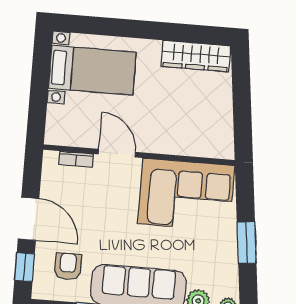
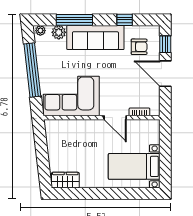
wardrobe: (196, 56) -> (65, 180), width x0.67
window: (247, 243) -> (32, 70), width x2.11
armchair: (68, 266) -> (139, 47), turned -90

